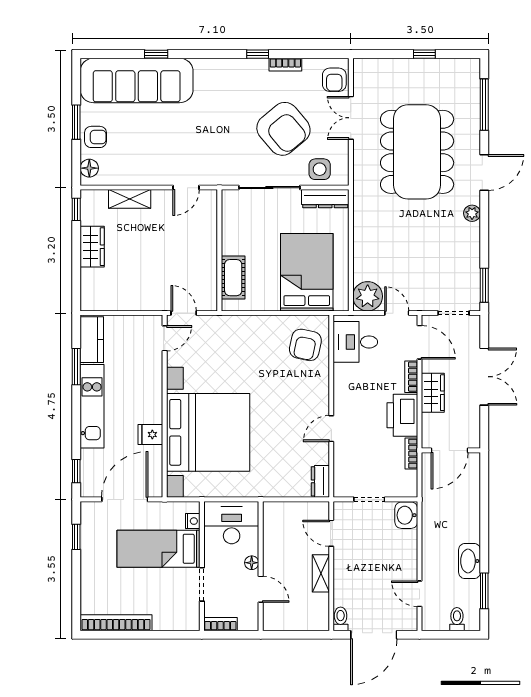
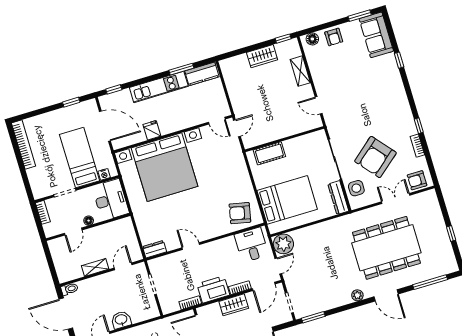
sofa: (137, 80) -> (376, 35), width x0.54, depth x0.79
window: (76, 122) -> (360, 16), moved
washbasin: (406, 515) -> (121, 320), moved

